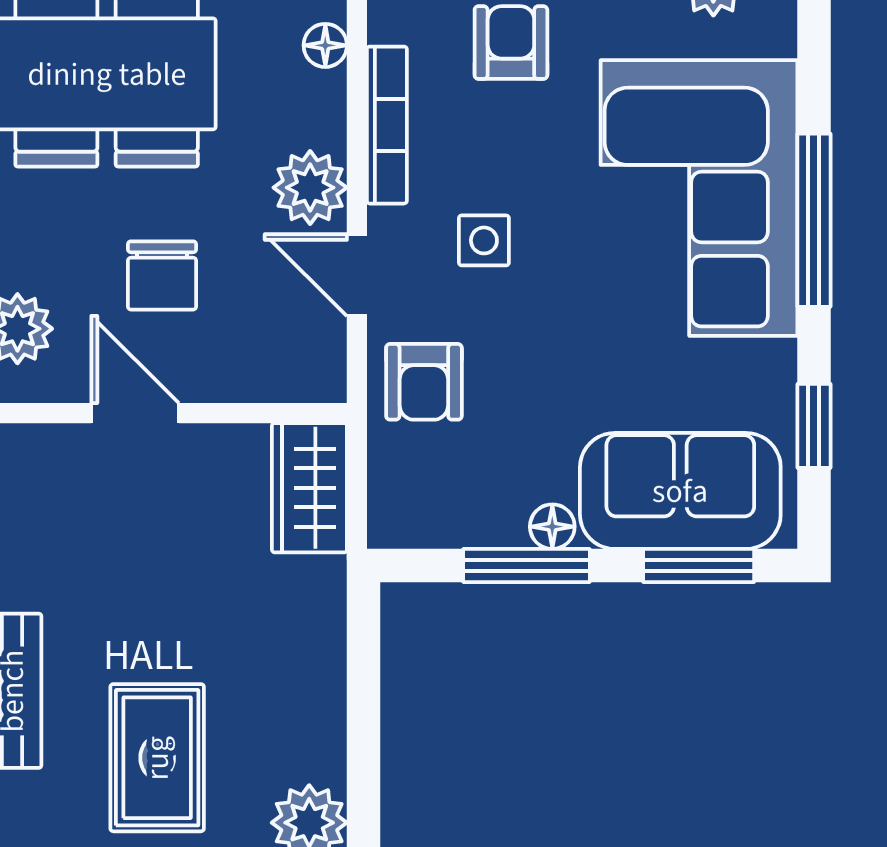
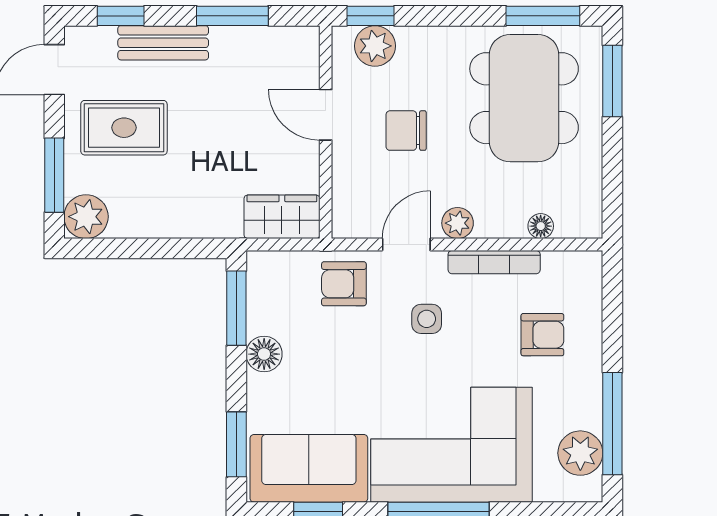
plant: (310, 188) -> (458, 223), width x0.73, depth x0.73
door: (135, 413) -> (326, 115), swing flipped
sofa: (680, 491) -> (309, 468), moved, turned -90
floor lamp: (552, 527) -> (264, 354), width x1.37, depth x1.37
window: (526, 566) -> (236, 308), moved

